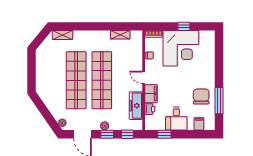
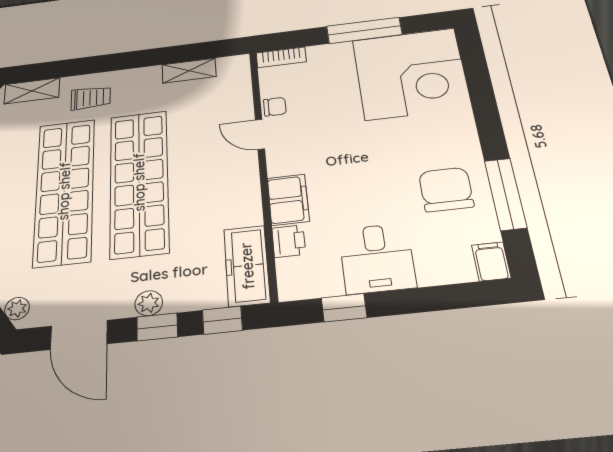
window: (184, 26) -> (364, 30), width x2.17
trolley: (84, 42) -> (91, 98), added
corner desk: (181, 48) -> (411, 73), moved
door: (144, 77) -> (260, 134), moved
freezer: (136, 106) -> (247, 266), moved
filing cabinet: (199, 124) -> (491, 261), moved

